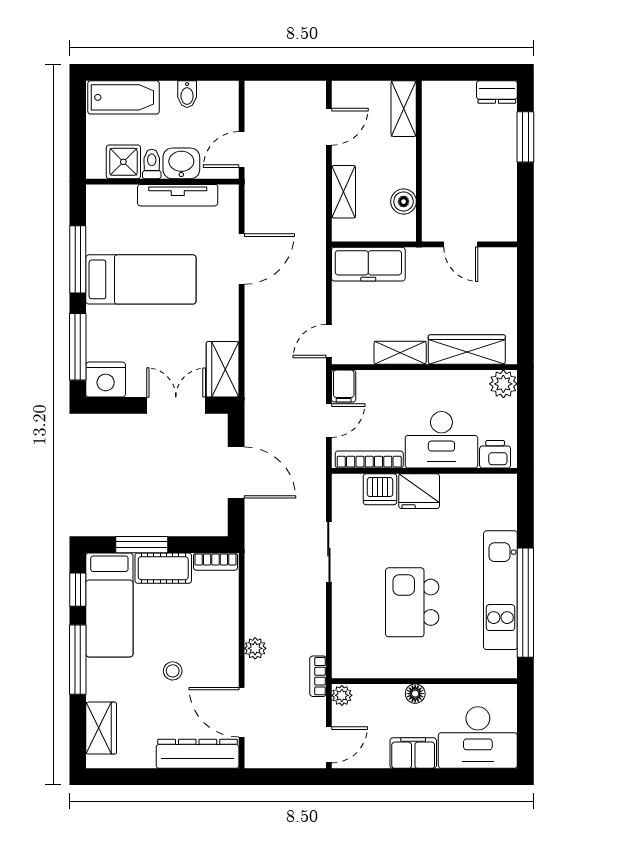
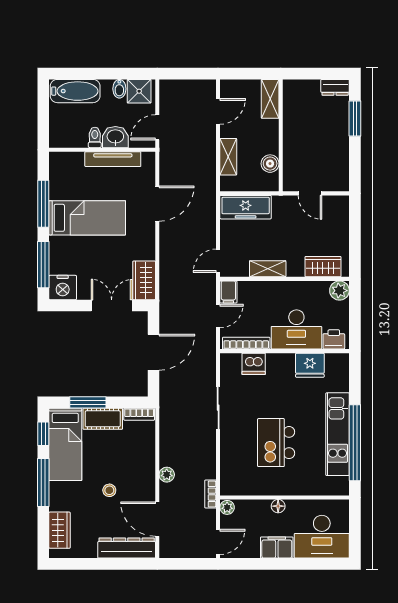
shower: (123, 162) -> (139, 91), moved
wardrobe: (467, 350) -> (323, 267), width x0.67
door: (236, 472) -> (153, 352), hinge flipped
fridge: (419, 491) -> (310, 365), moved

